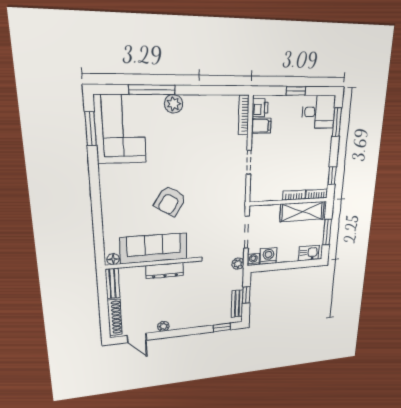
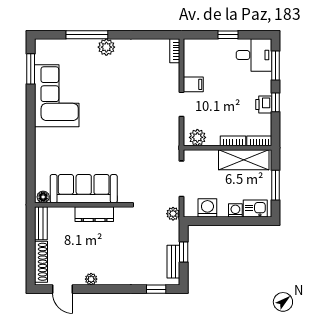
printer: (260, 108) -> (264, 104), moved, turned 180
bookcase: (244, 115) -> (175, 51), width x0.64
filing cabinet: (261, 126) -> (193, 84), moved
corner sofa: (120, 129) -> (57, 96), moved
window: (332, 176) -> (276, 102), moved
plant: (262, 194) -> (197, 137), added
armchair: (170, 201) -> (101, 140), removed
washing machine: (253, 259) -> (235, 210), moved

